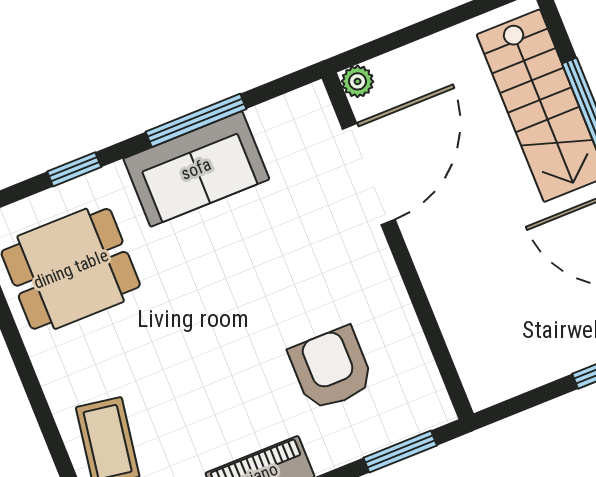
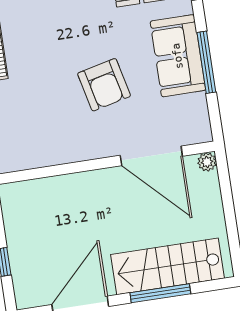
armchair: (331, 368) -> (104, 85), moved, turned 77

